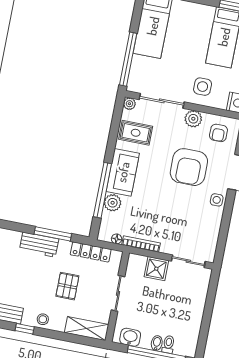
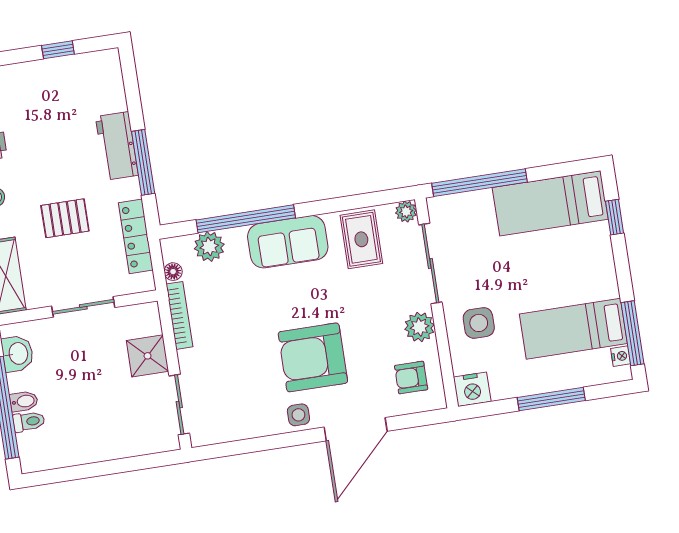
armchair: (189, 167) -> (313, 357), moved
plant: (113, 203) -> (209, 247), moved

